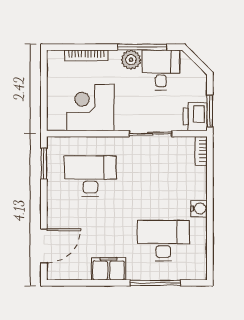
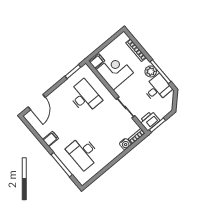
filing cabinet: (57, 120) -> (97, 61), added
water cooler: (199, 209) -> (125, 144), moved
desk: (163, 241) -> (83, 153), turned 180
door: (44, 246) -> (37, 102), hinge flipped
filing cabinet: (109, 269) -> (51, 139), width x0.50

